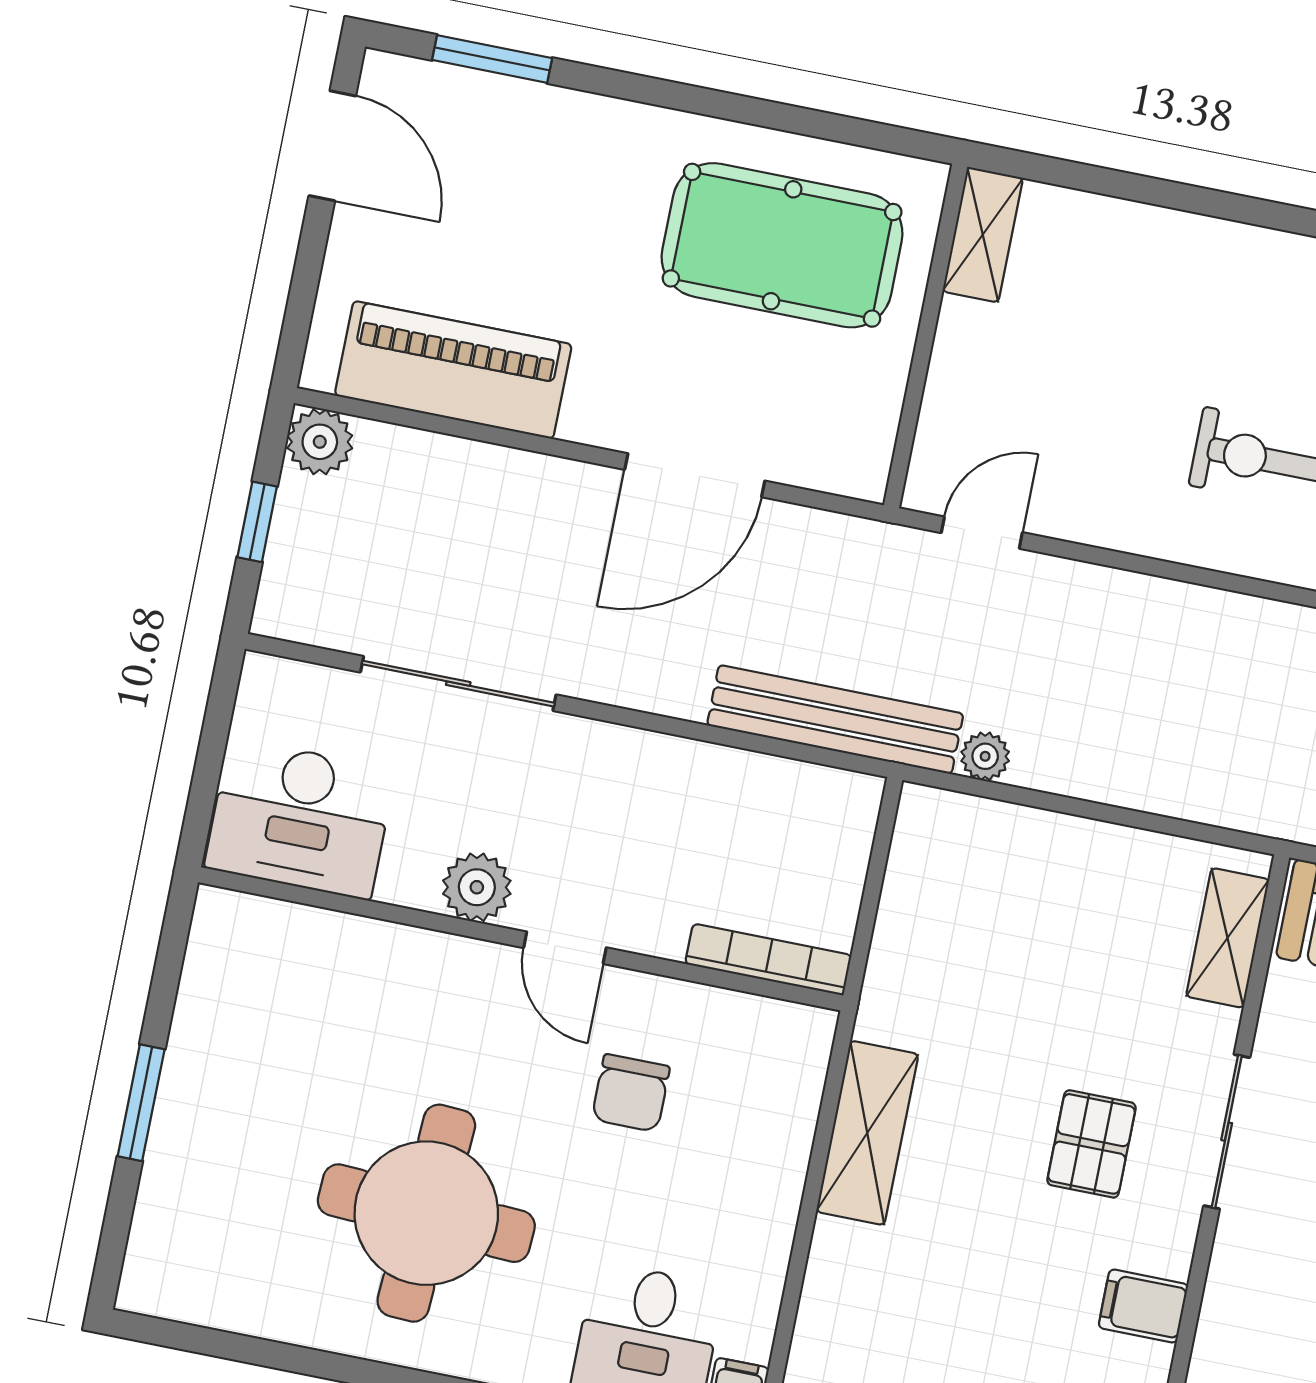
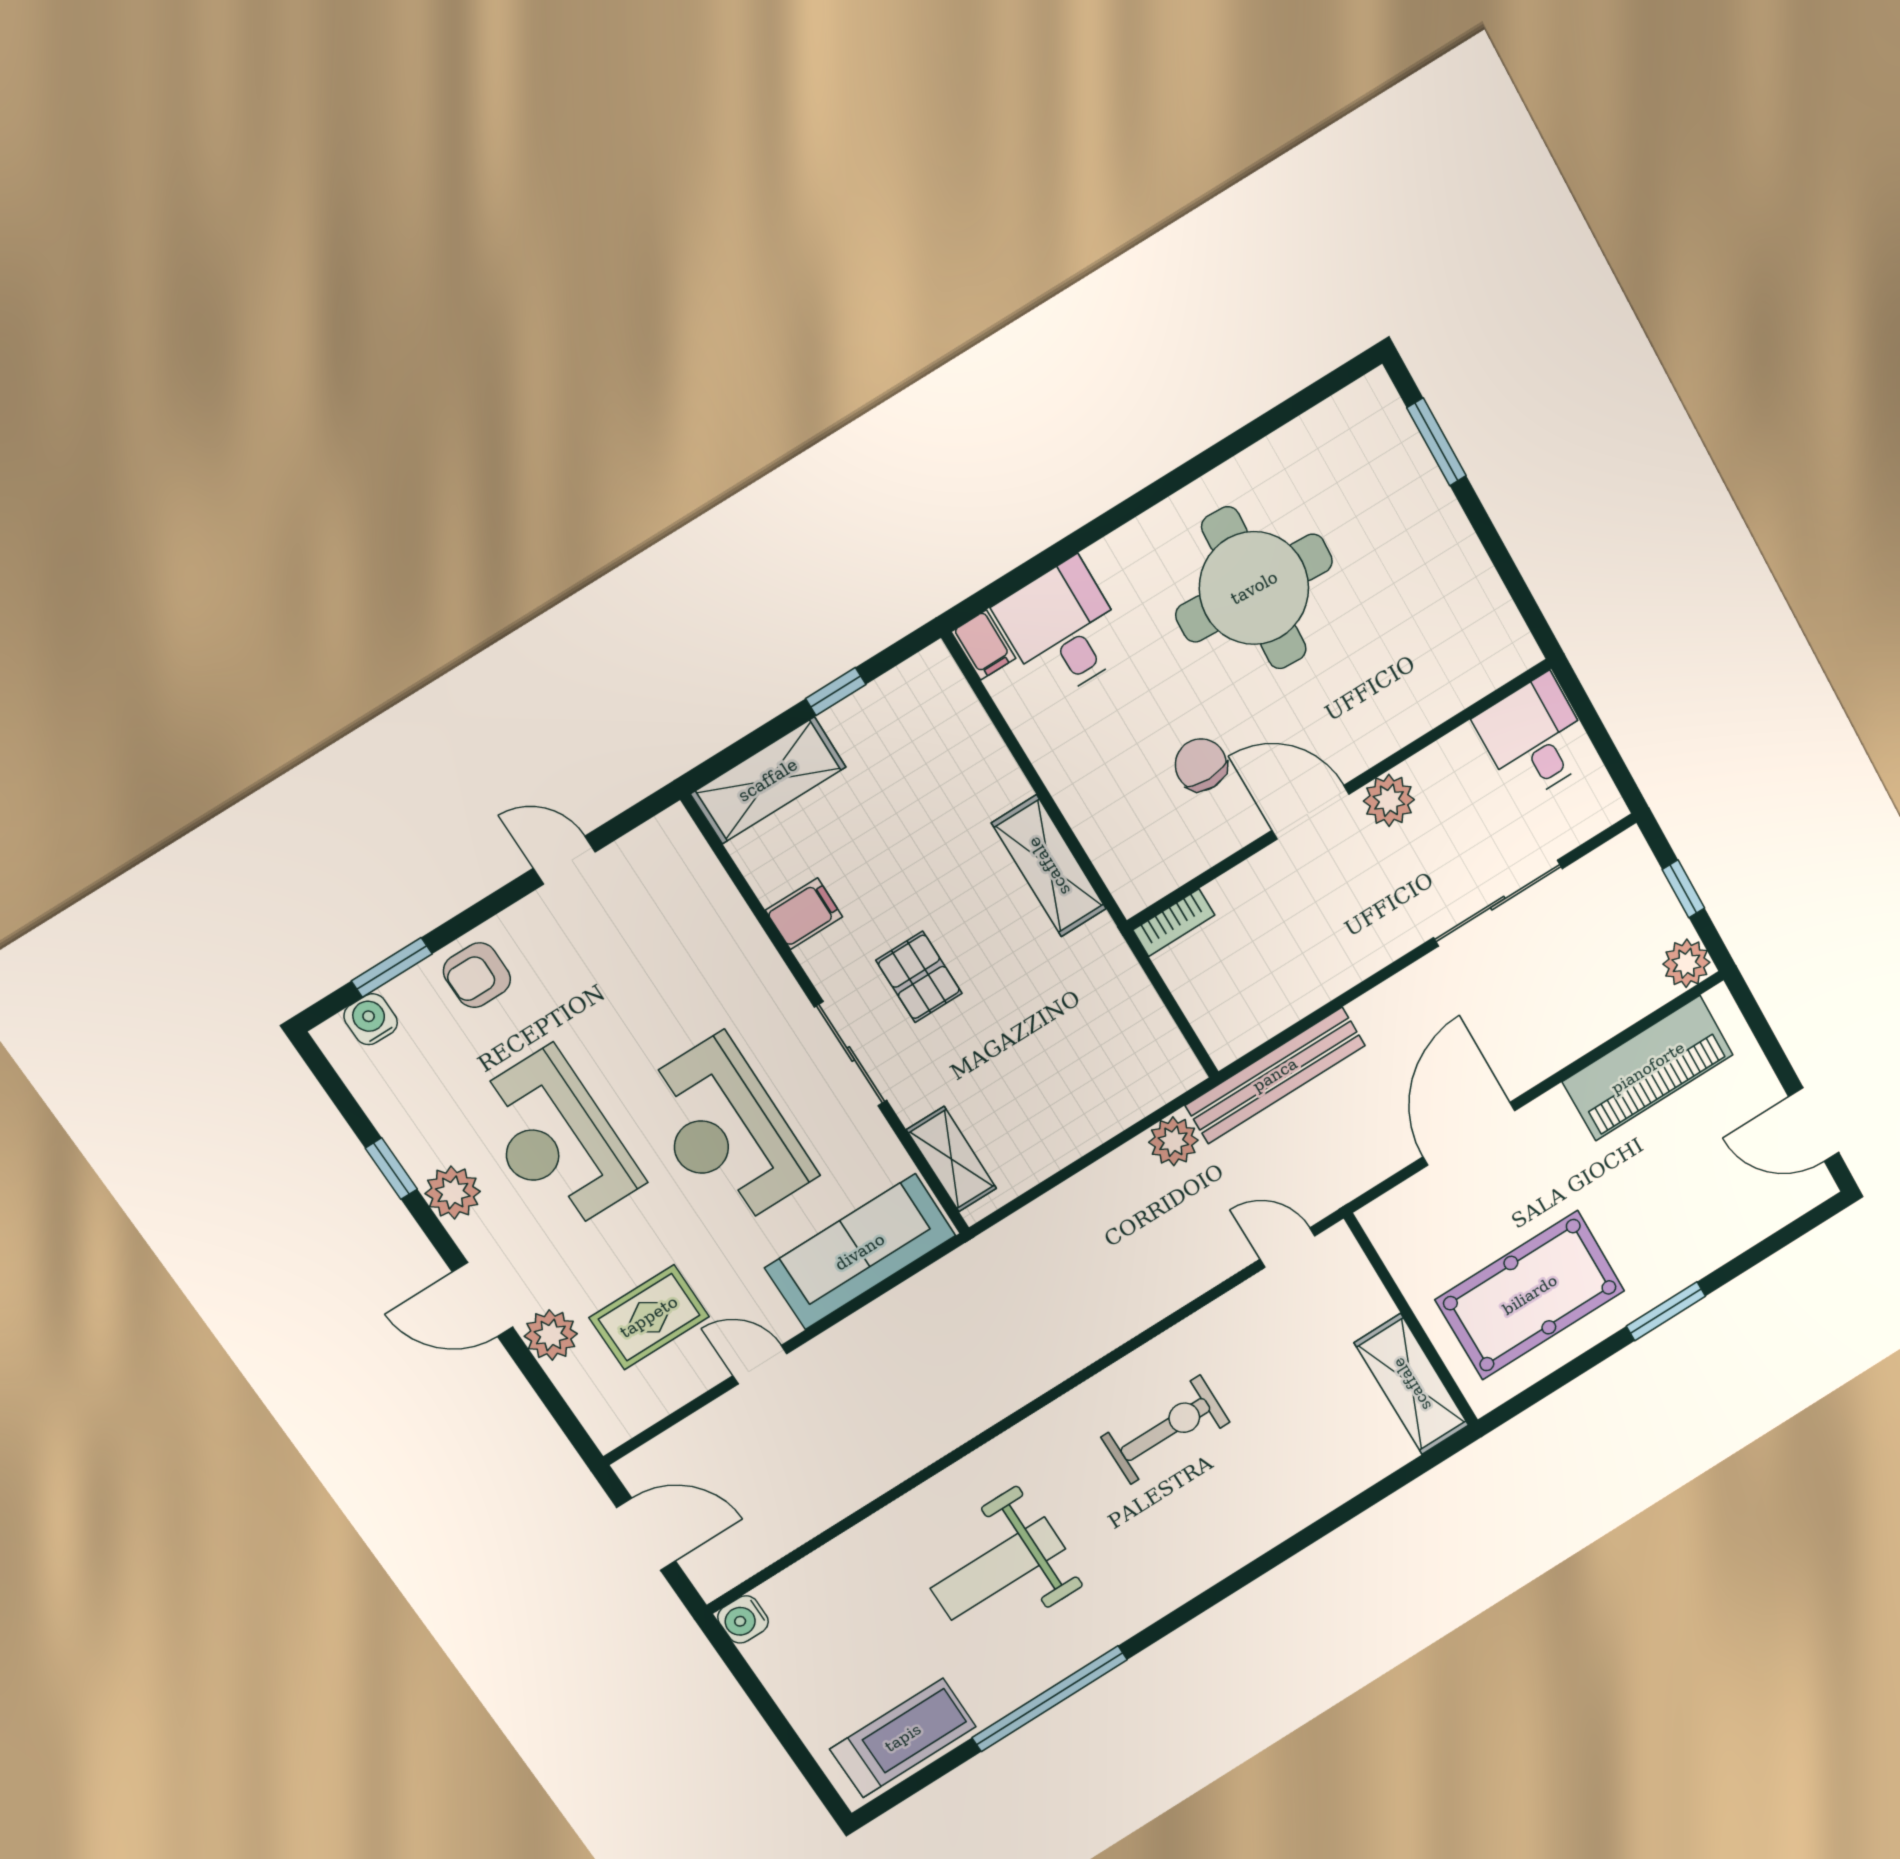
window: (492, 59) -> (1666, 1311), moved
shelving: (983, 235) -> (1412, 1384), width x1.50, depth x1.33
door: (982, 533) -> (1287, 1247), swing flipped
plant: (985, 756) -> (1173, 1141), width x1.38, depth x1.38
desk: (300, 819) -> (1534, 738), width x0.73
door: (565, 948) -> (1310, 812), width x1.38
bookcase: (768, 960) -> (1174, 923), width x0.64
window: (141, 1103) -> (1436, 442), moved

